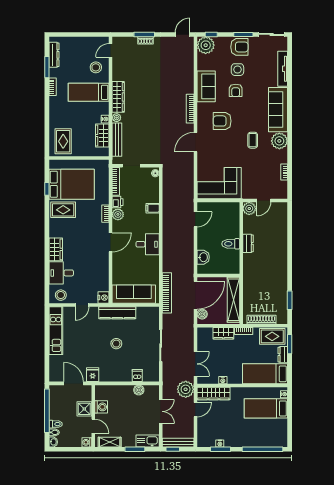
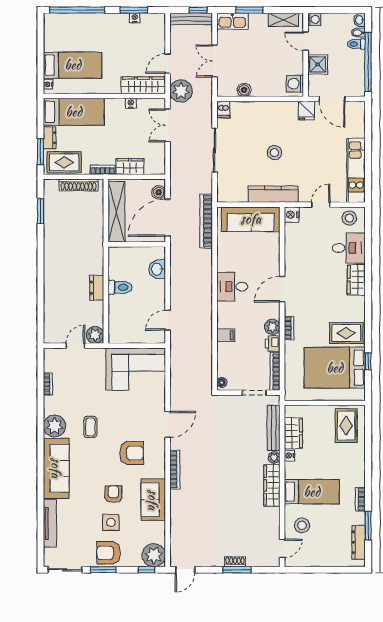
dishwasher: (137, 376) -> (223, 110), moved
washing machine: (101, 407) -> (295, 84), moved

